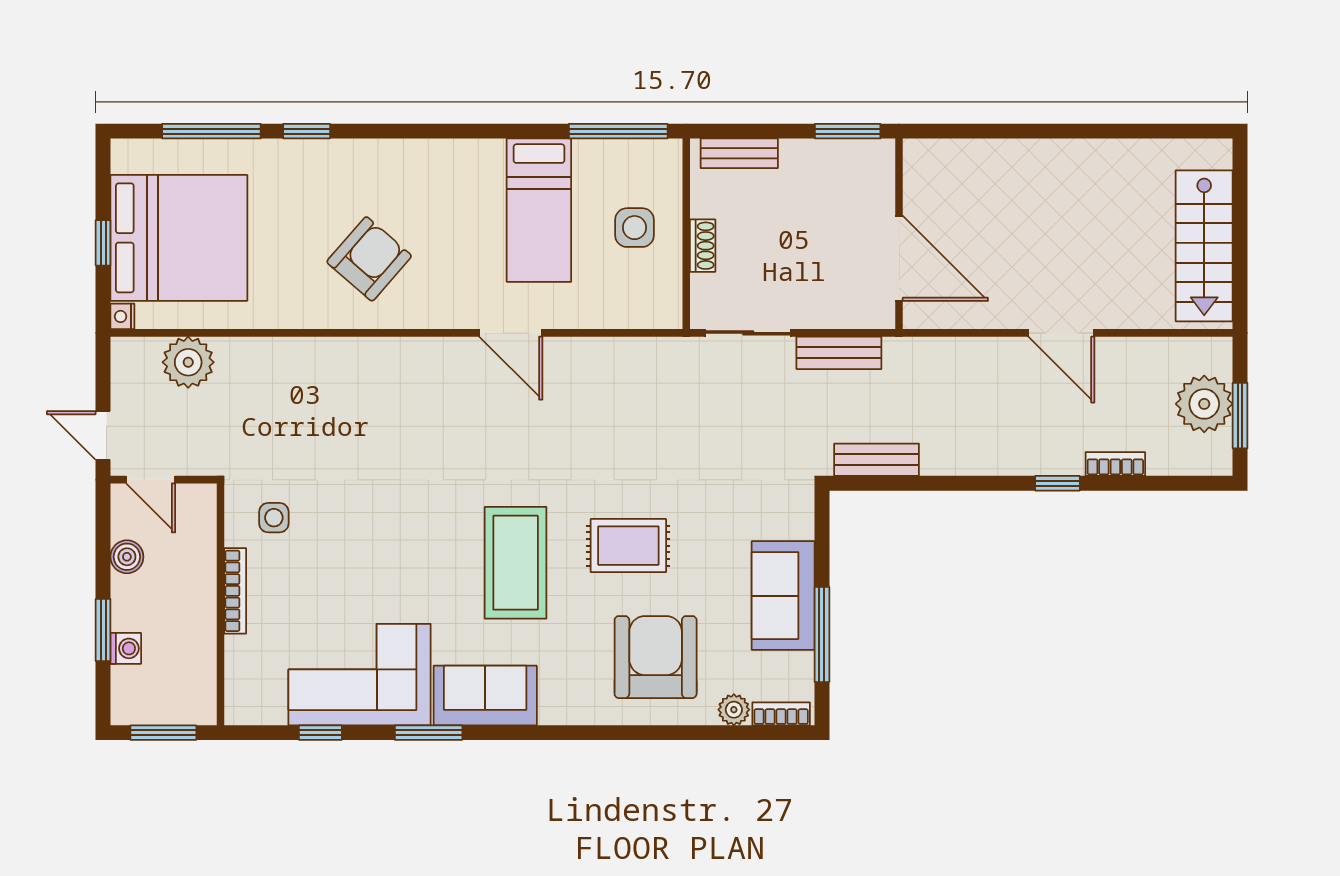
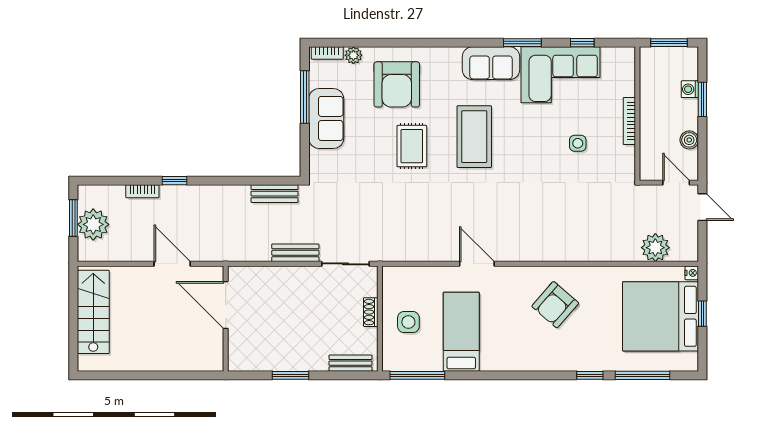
wall: (899, 234) -> (226, 319), moved
door: (899, 258) -> (226, 305), moved
side table: (274, 518) -> (578, 143), moved
rug: (628, 546) -> (412, 146), turned 90

